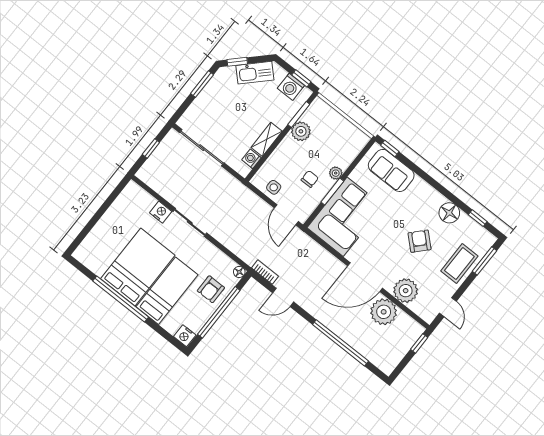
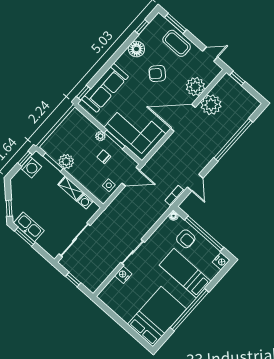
kitchen sink: (255, 73) -> (29, 227), moved, turned -45
sofa: (391, 170) -> (105, 88), width x1.36
bed: (138, 267) -> (157, 317), moved, turned 90
door: (365, 277) -> (183, 118), swing flipped

